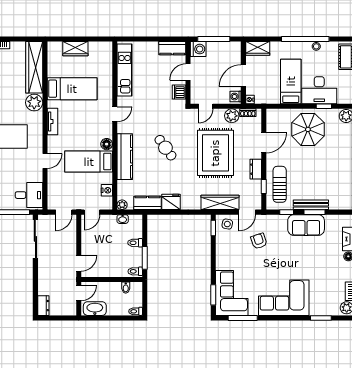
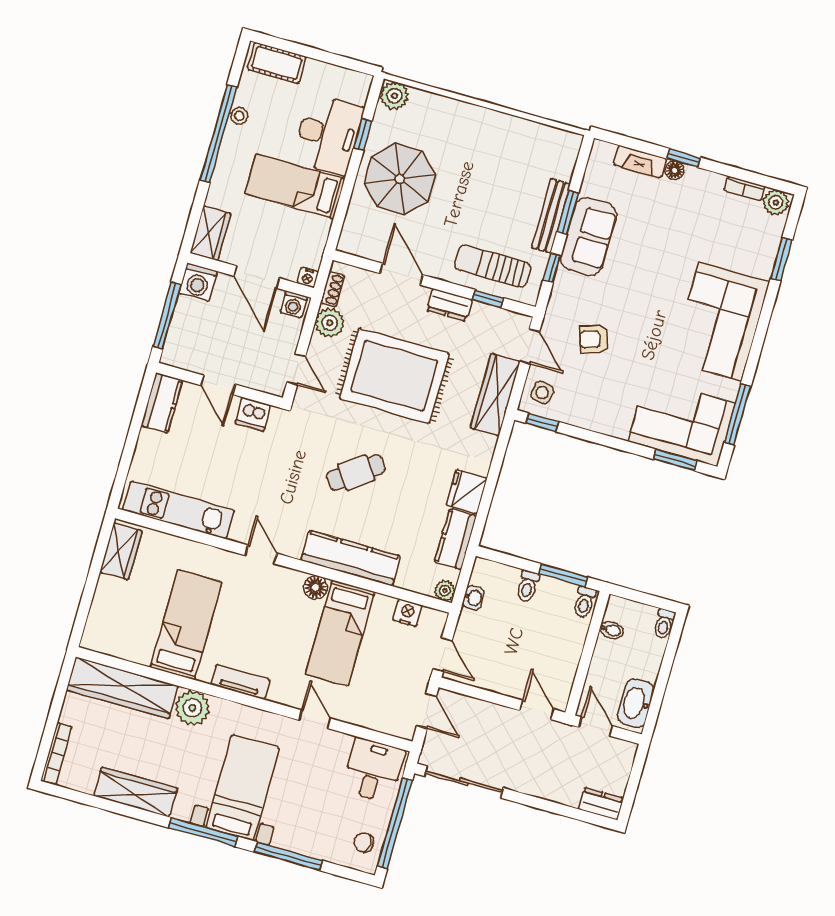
wardrobe: (75, 49) -> (121, 551), moved
washing machine: (198, 49) -> (198, 282), moved, turned 180

